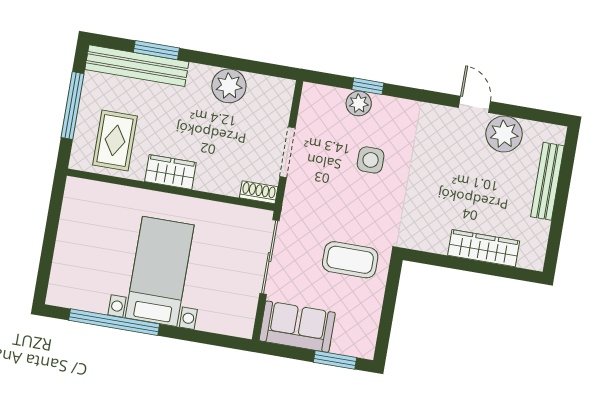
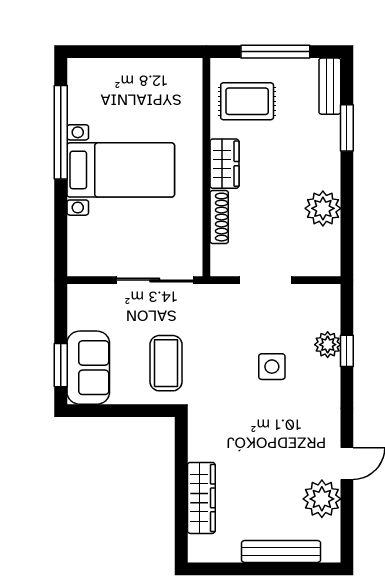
bench: (137, 66) -> (330, 86), width x0.54, depth x0.82
shoe rack: (259, 192) -> (219, 217), moved, width x1.43
sofa: (297, 327) -> (88, 368), moved

